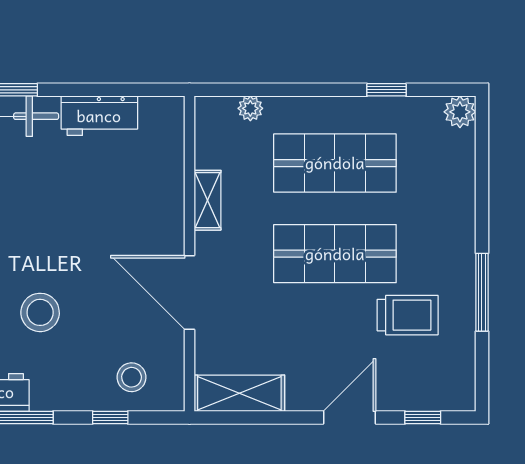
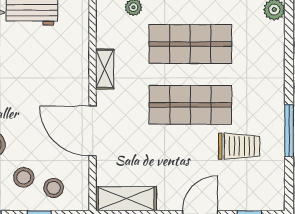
stool: (87, 361) -> (24, 177), added

